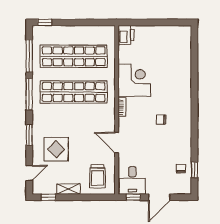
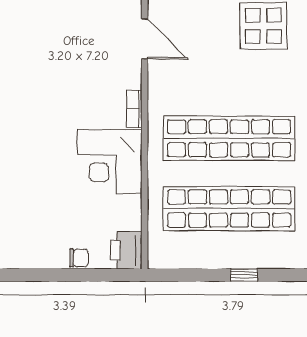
window: (45, 22) -> (244, 275), moved
chair: (161, 119) -> (79, 258), moved

